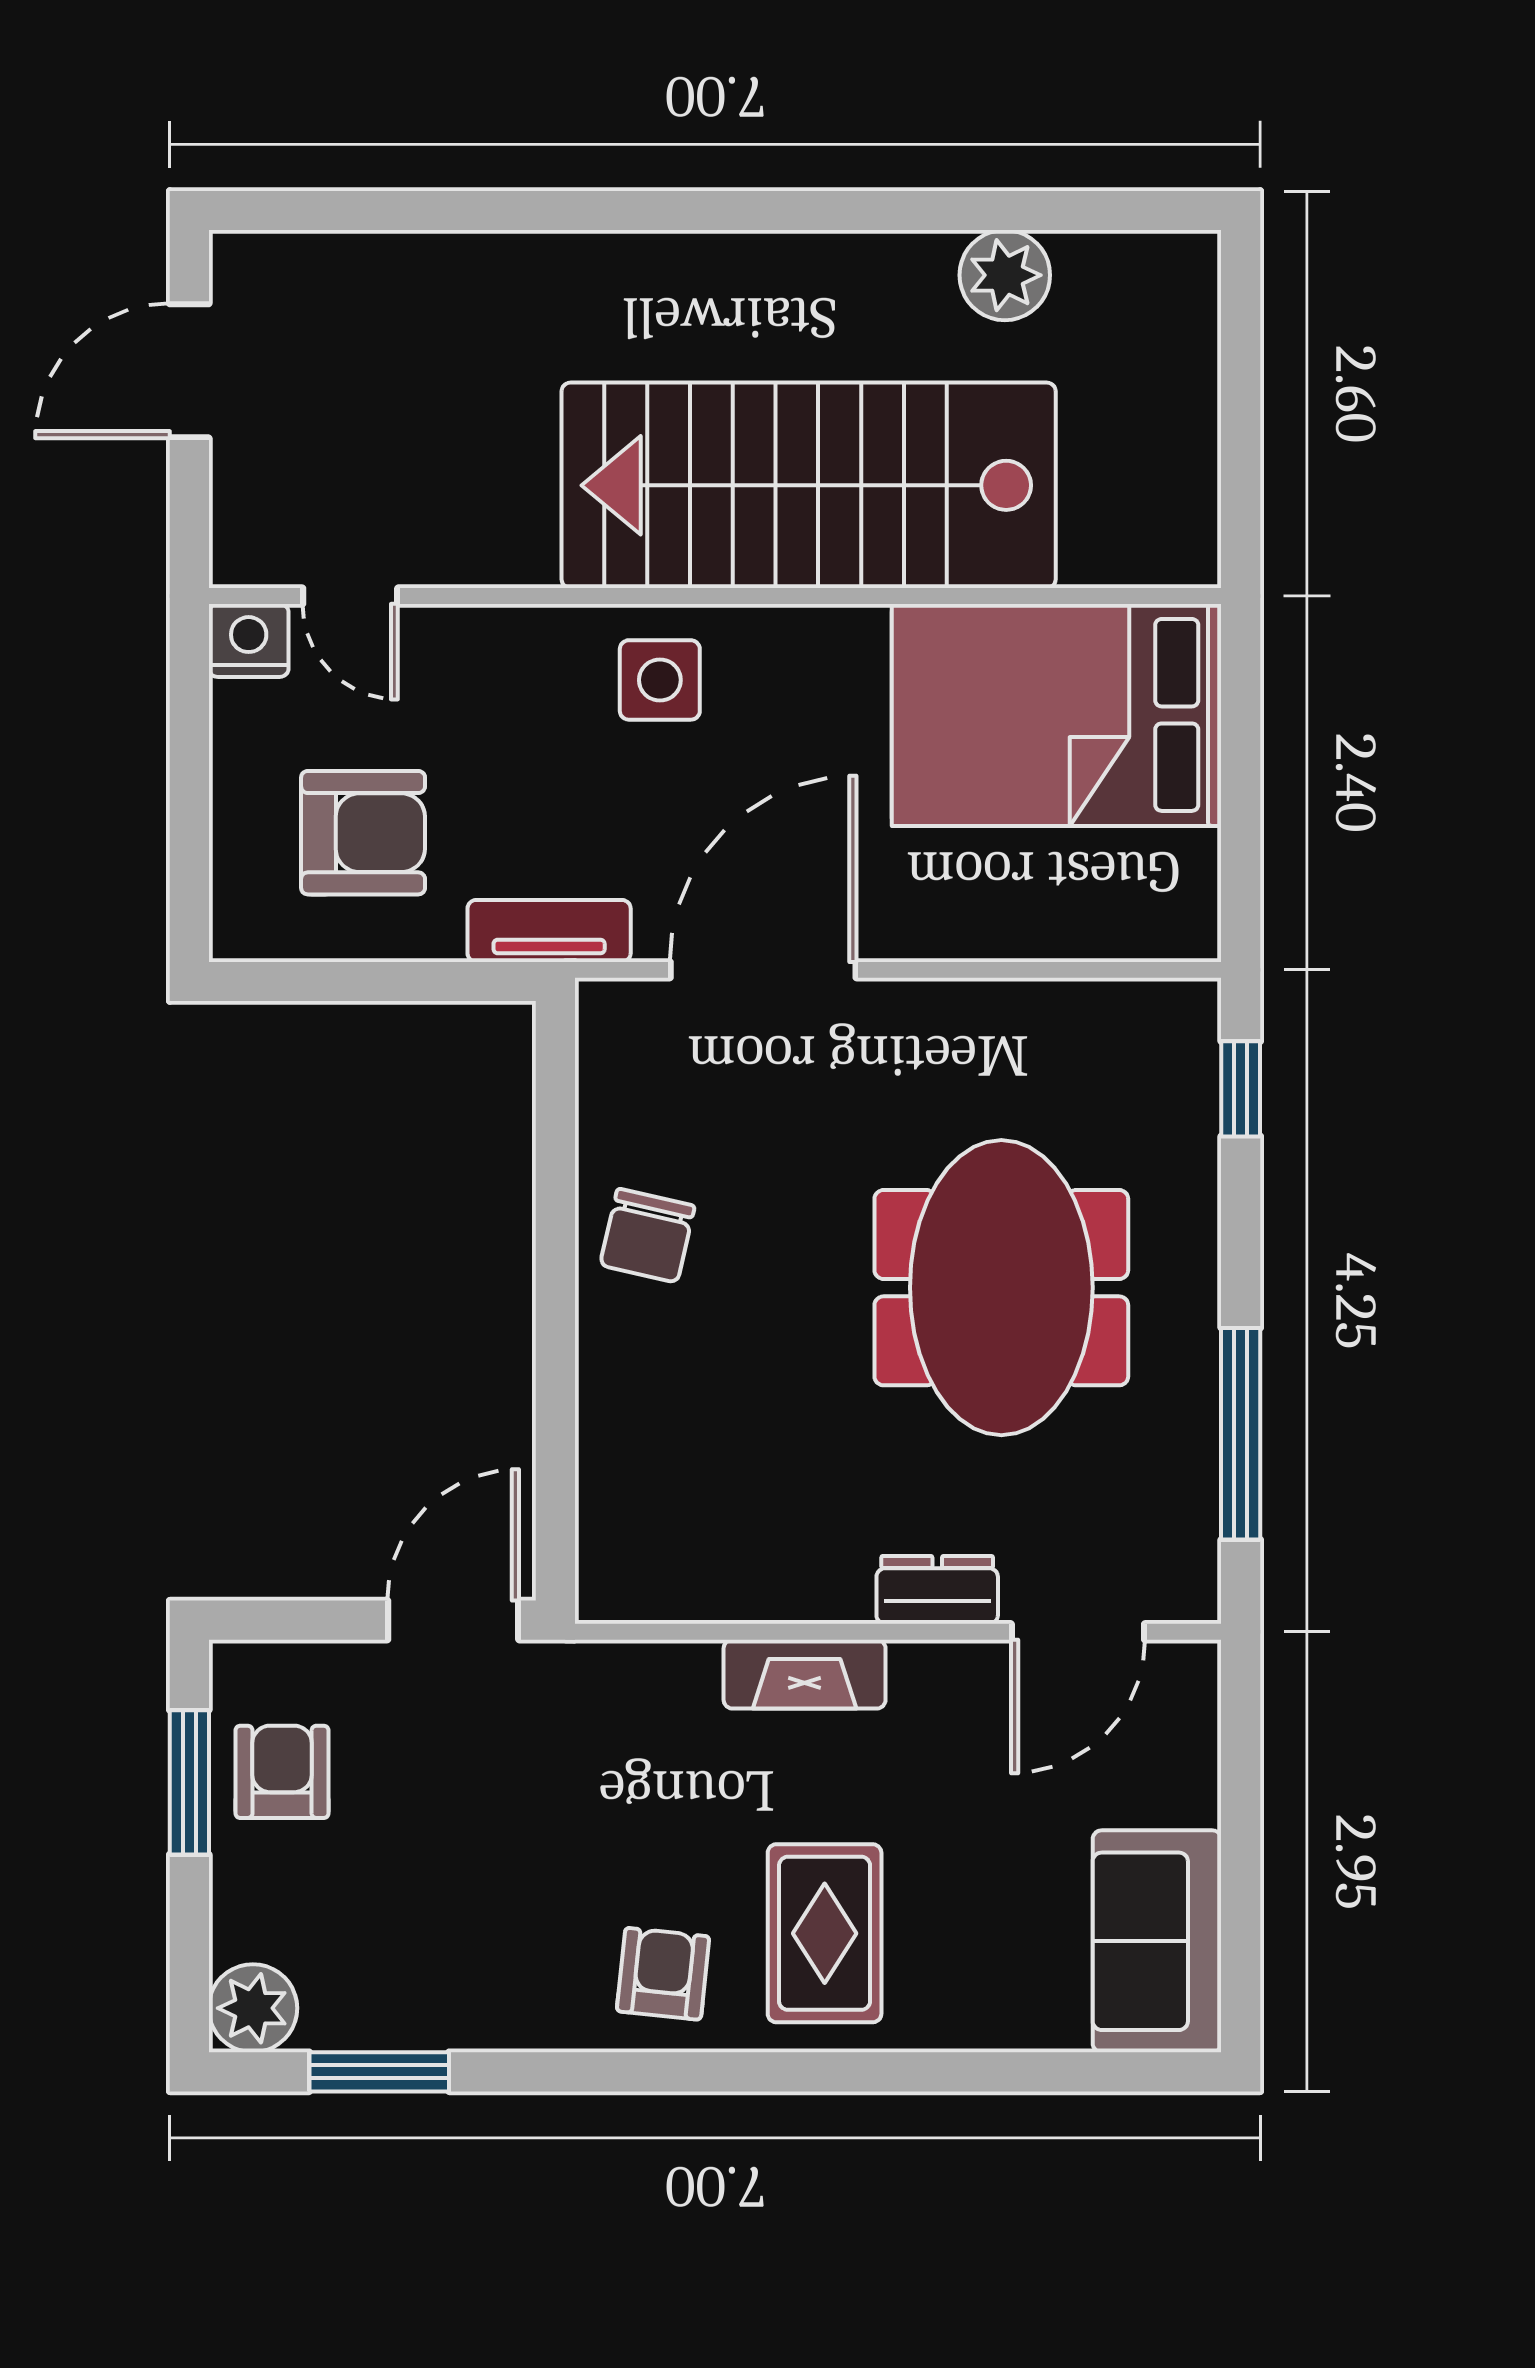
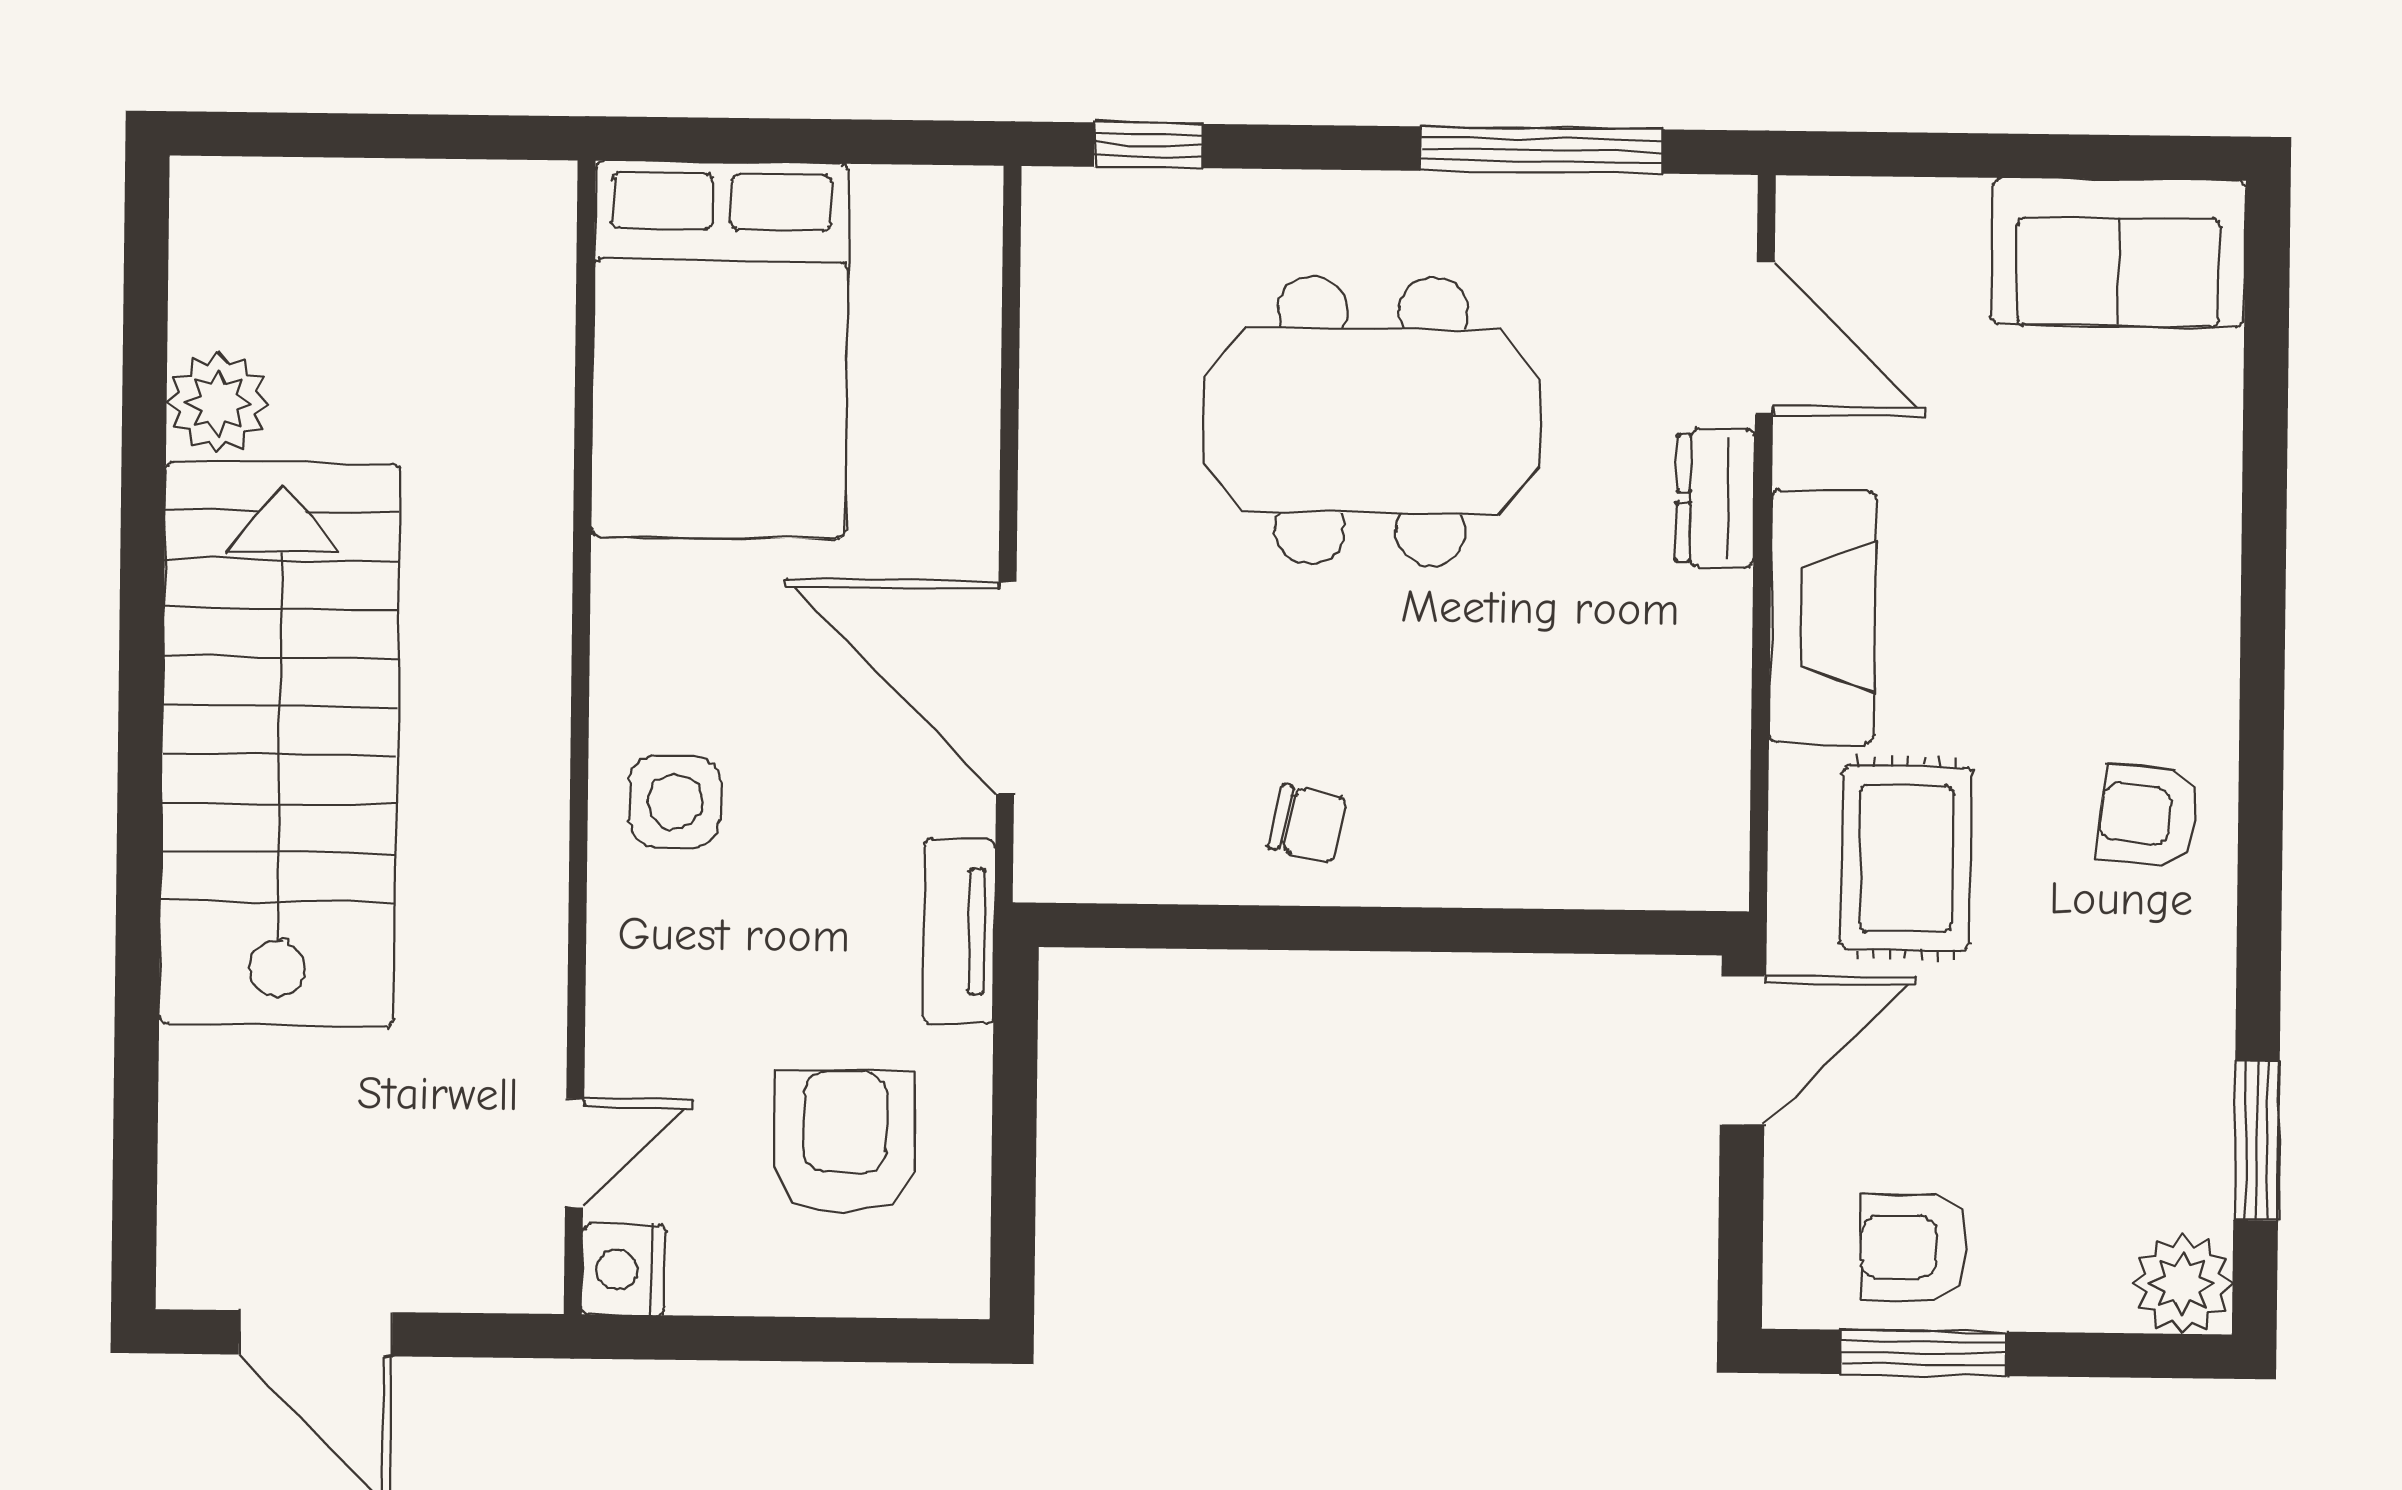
stairs: (809, 485) -> (280, 744), moved, turned 180
chair: (647, 1236) -> (1308, 823), width x0.73, depth x0.73
door: (453, 1620) -> (1743, 1050), swing flipped
fireplace: (805, 1674) -> (1822, 617), width x1.37, depth x1.32
rug: (825, 1933) -> (1906, 858), moved, turned 90

